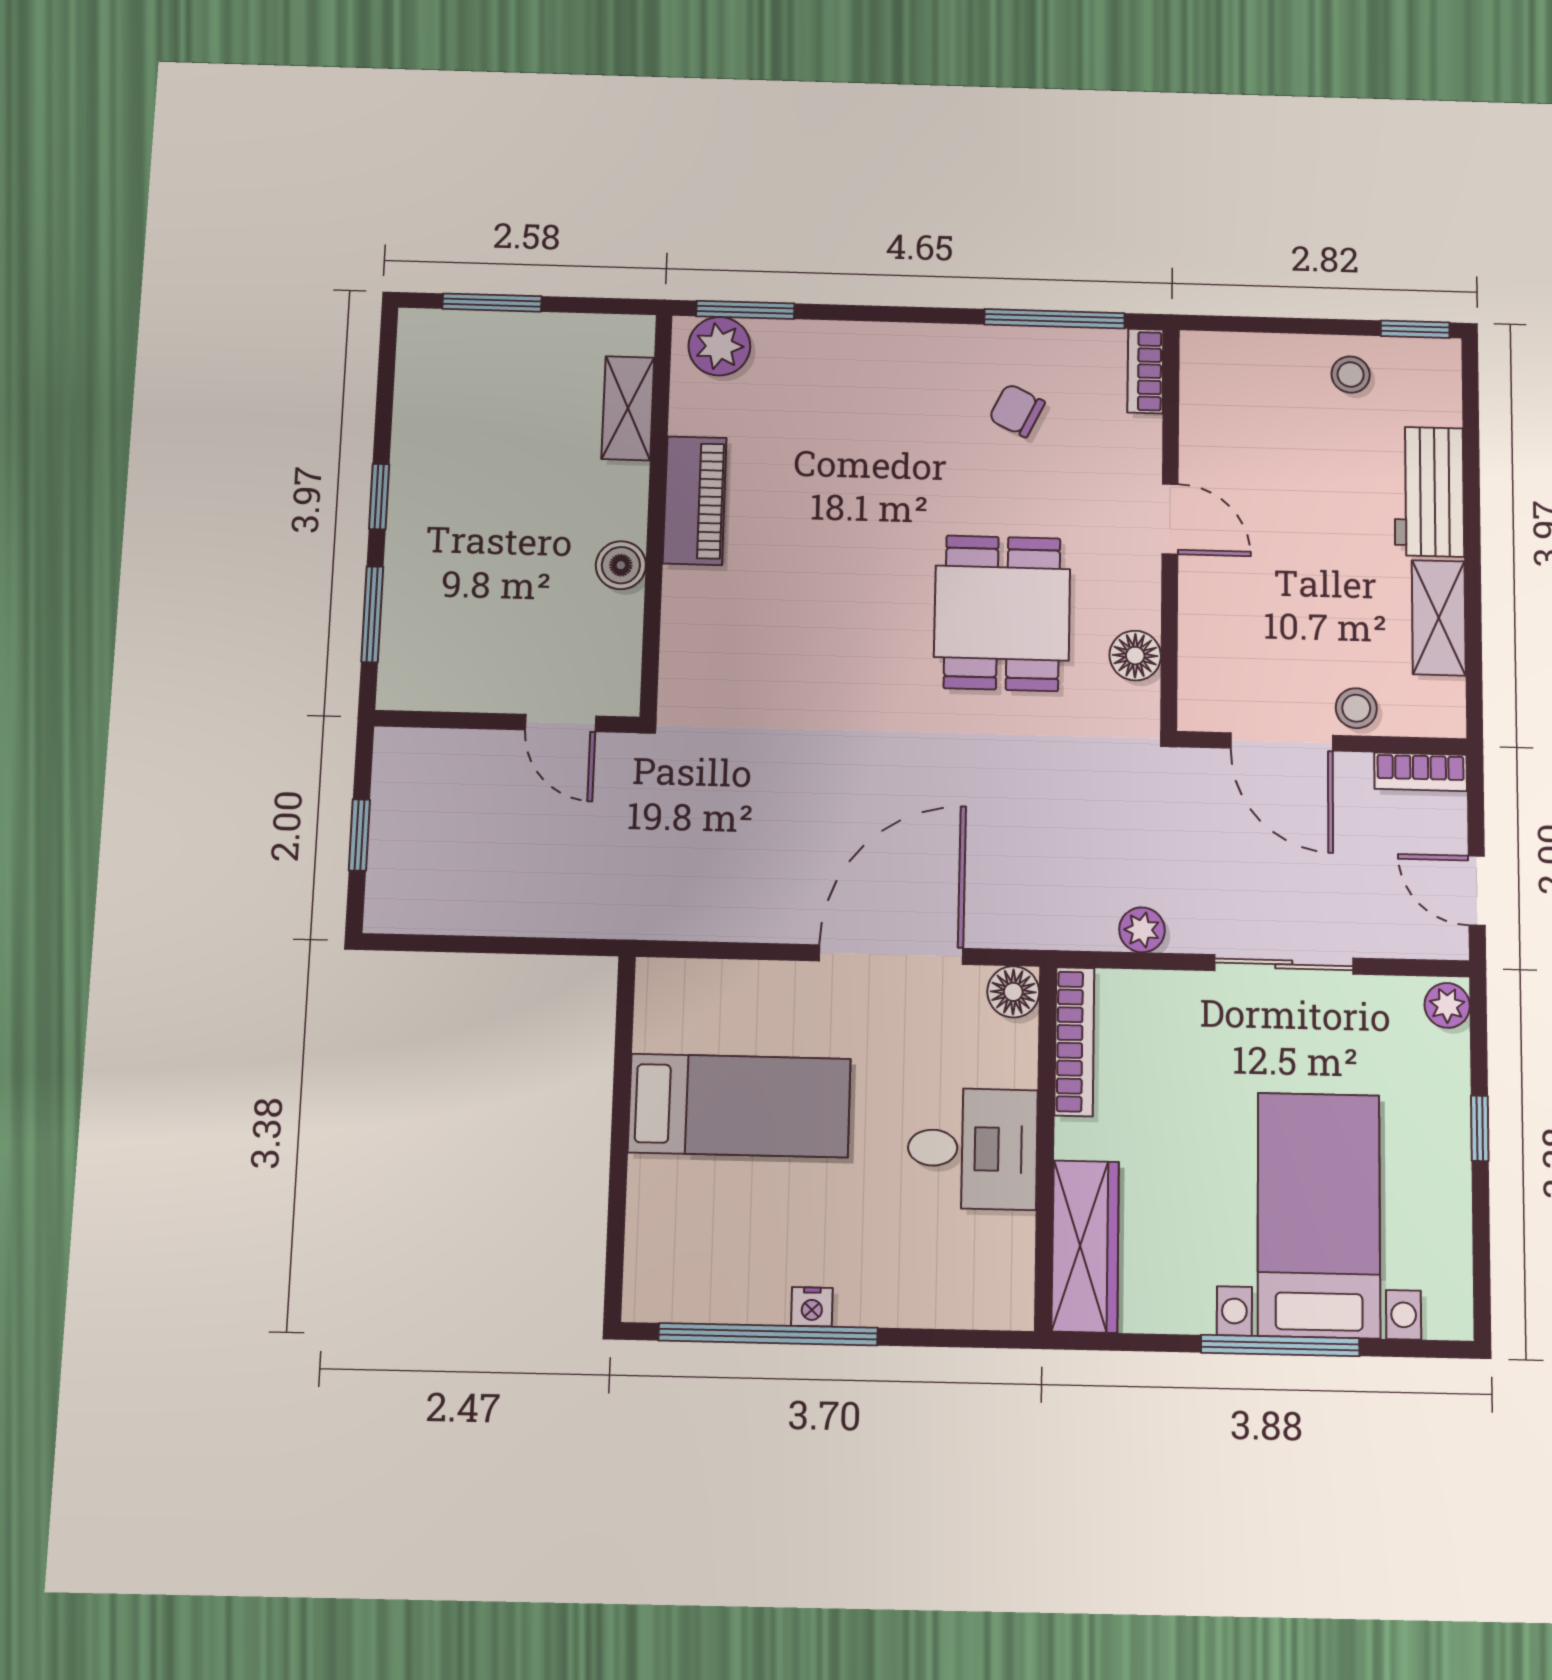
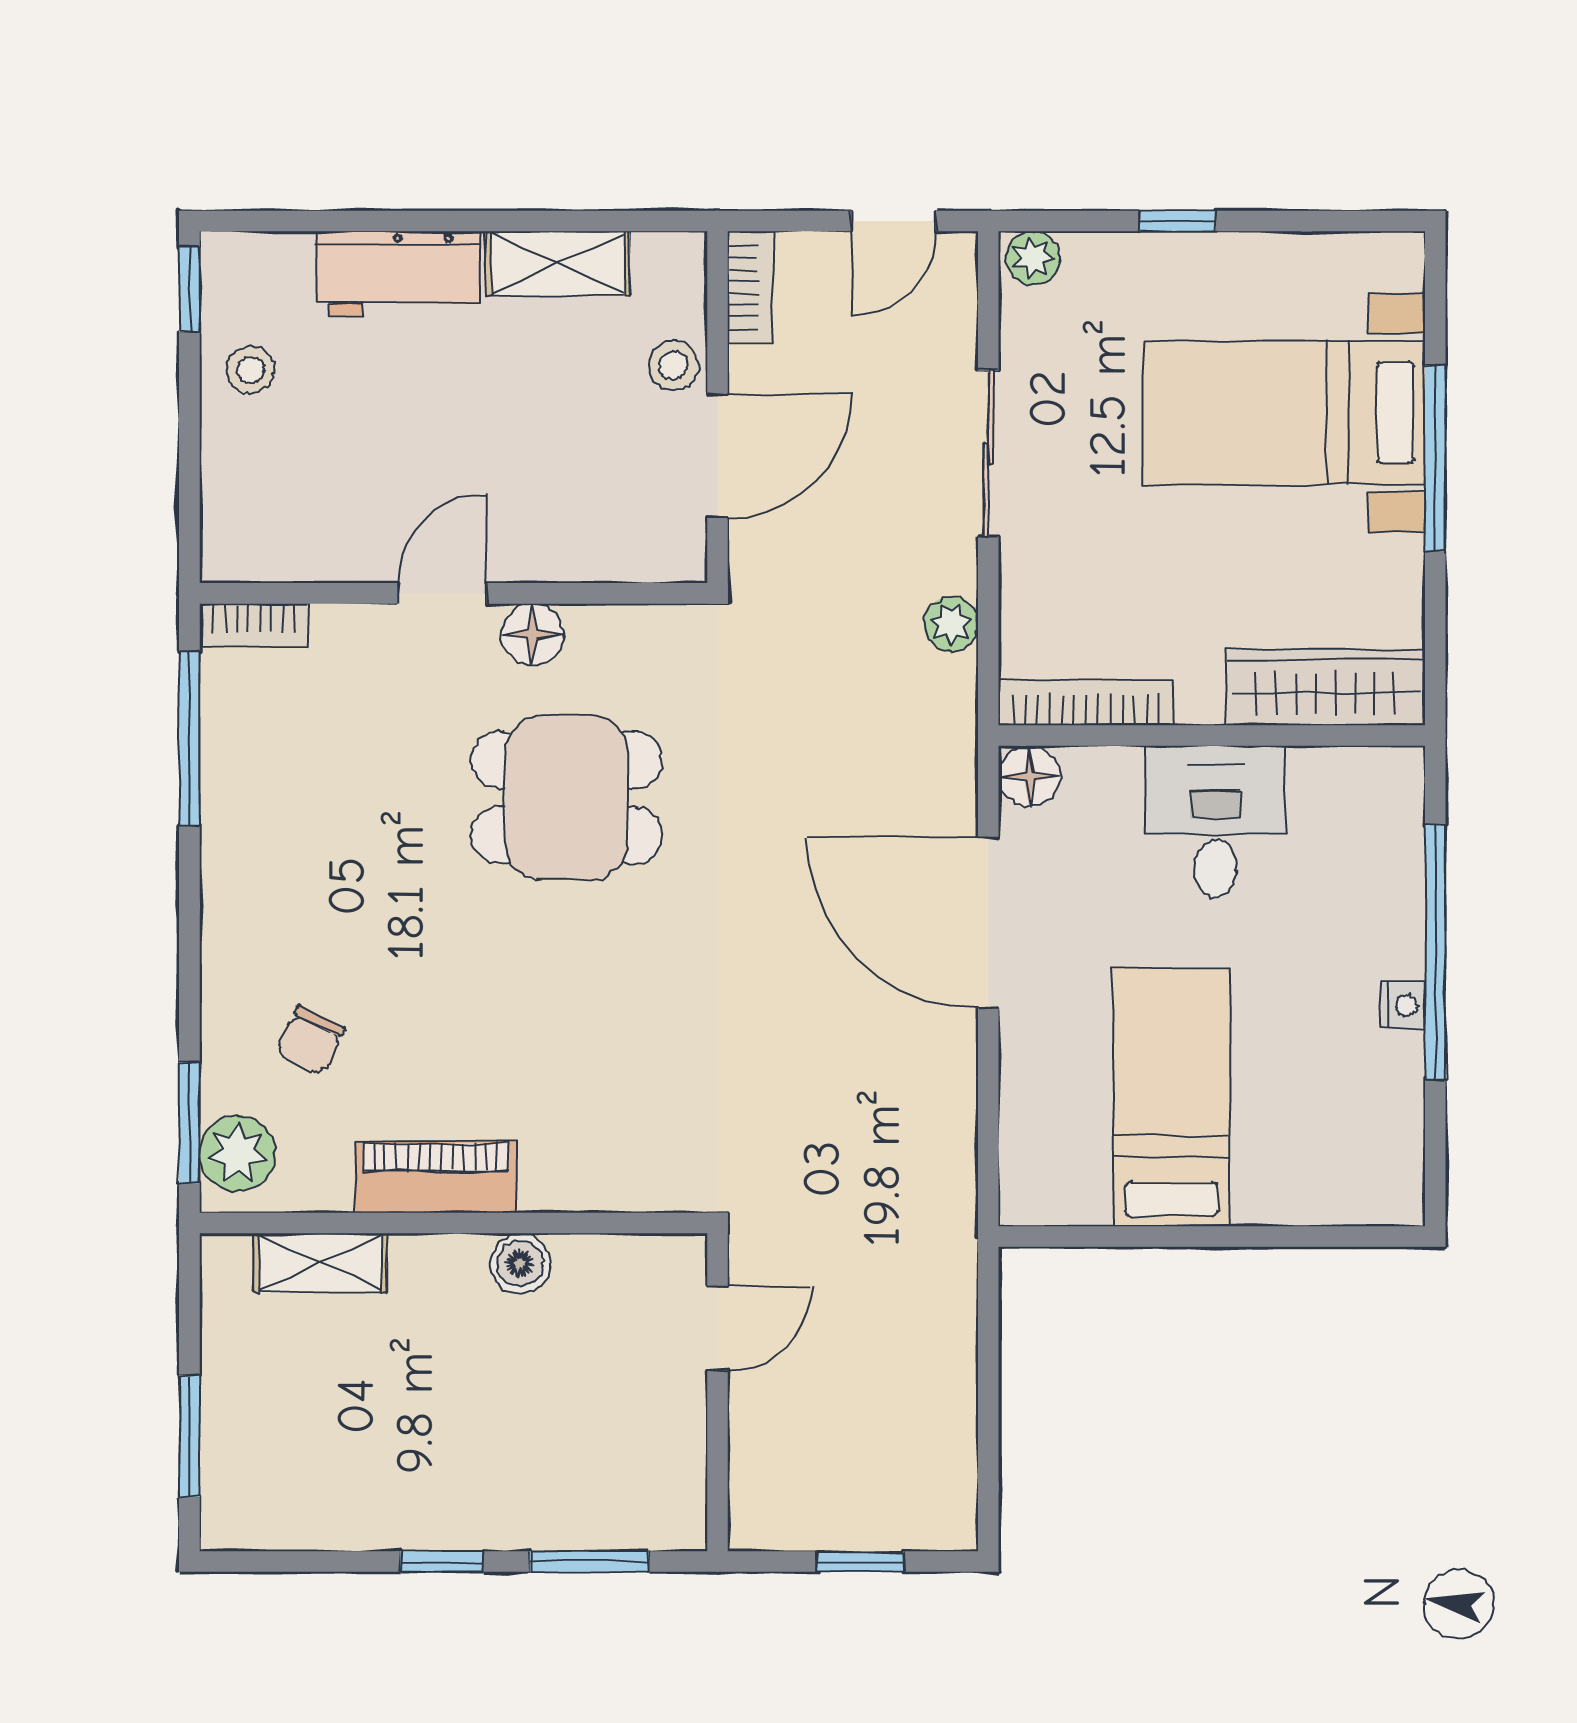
chair: (1017, 411) -> (310, 1040), moved
floor lamp: (1135, 656) -> (532, 635), moved
window: (768, 1334) -> (1435, 952), moved

